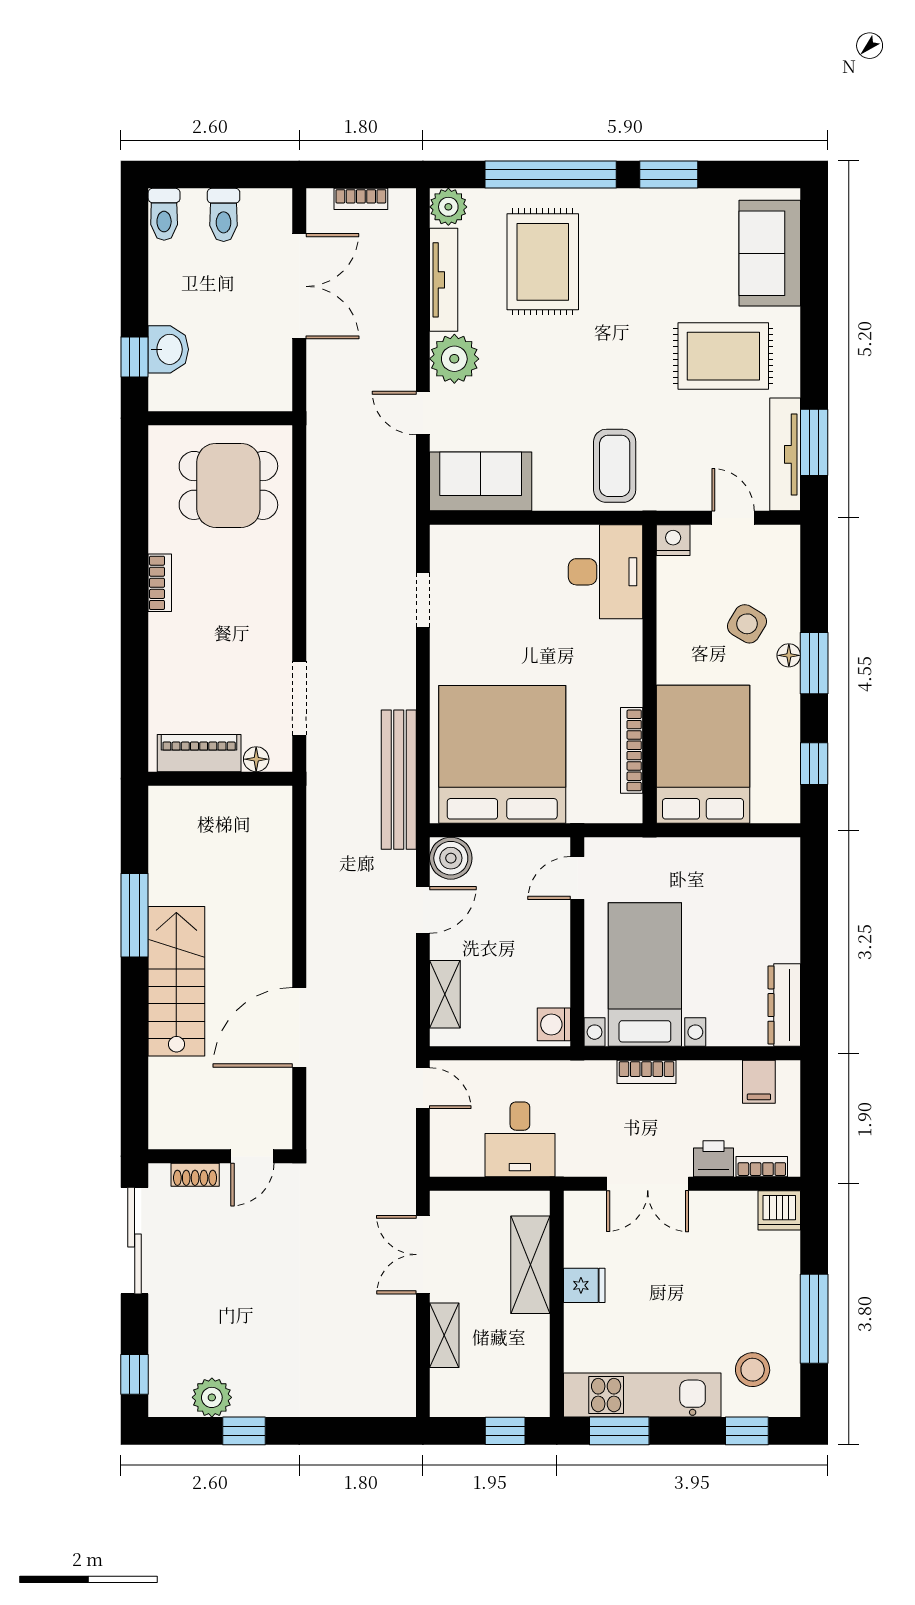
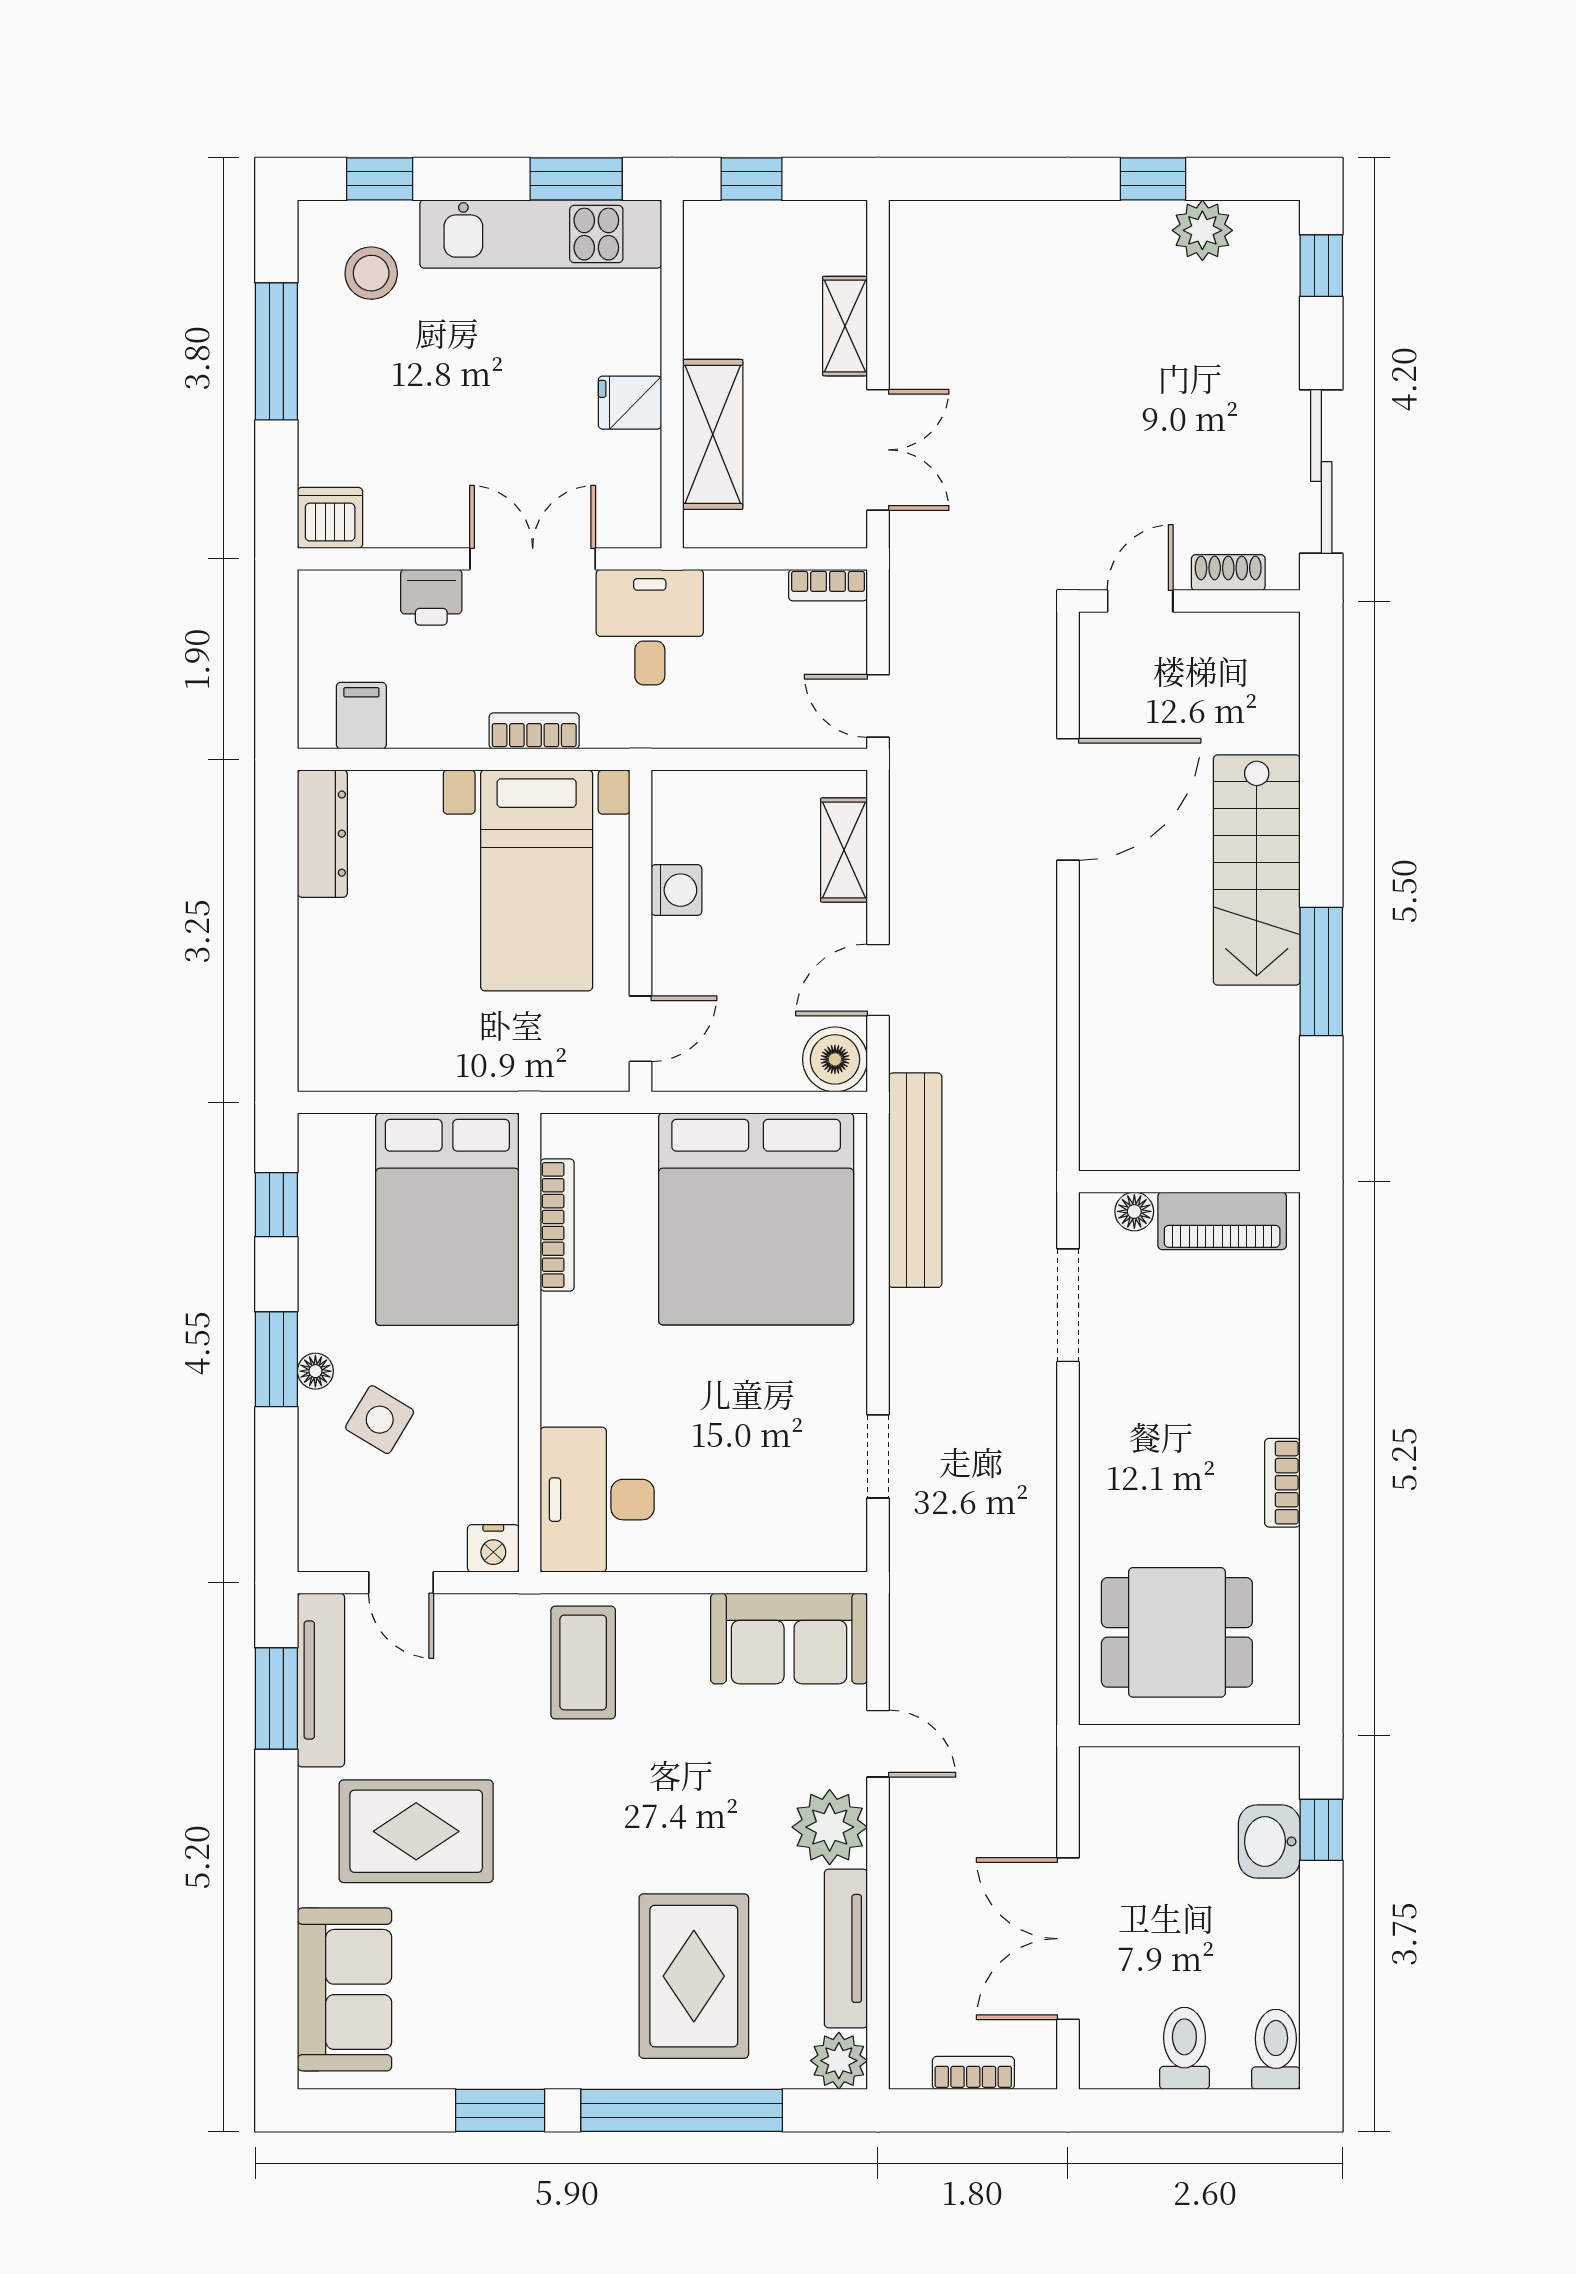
washing machine: (554, 1024) -> (676, 890), moved
desk: (520, 1139) -> (650, 627), moved
bookcase: (762, 1167) -> (828, 585), moved

